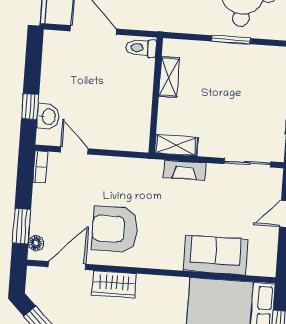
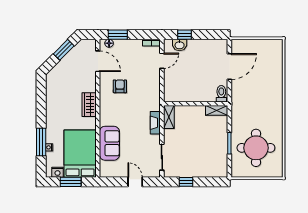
shelving: (169, 77) -> (217, 110), moved
armchair: (115, 229) -> (120, 86), width x0.53, depth x0.53
wardrobe: (114, 284) -> (89, 105), moved

